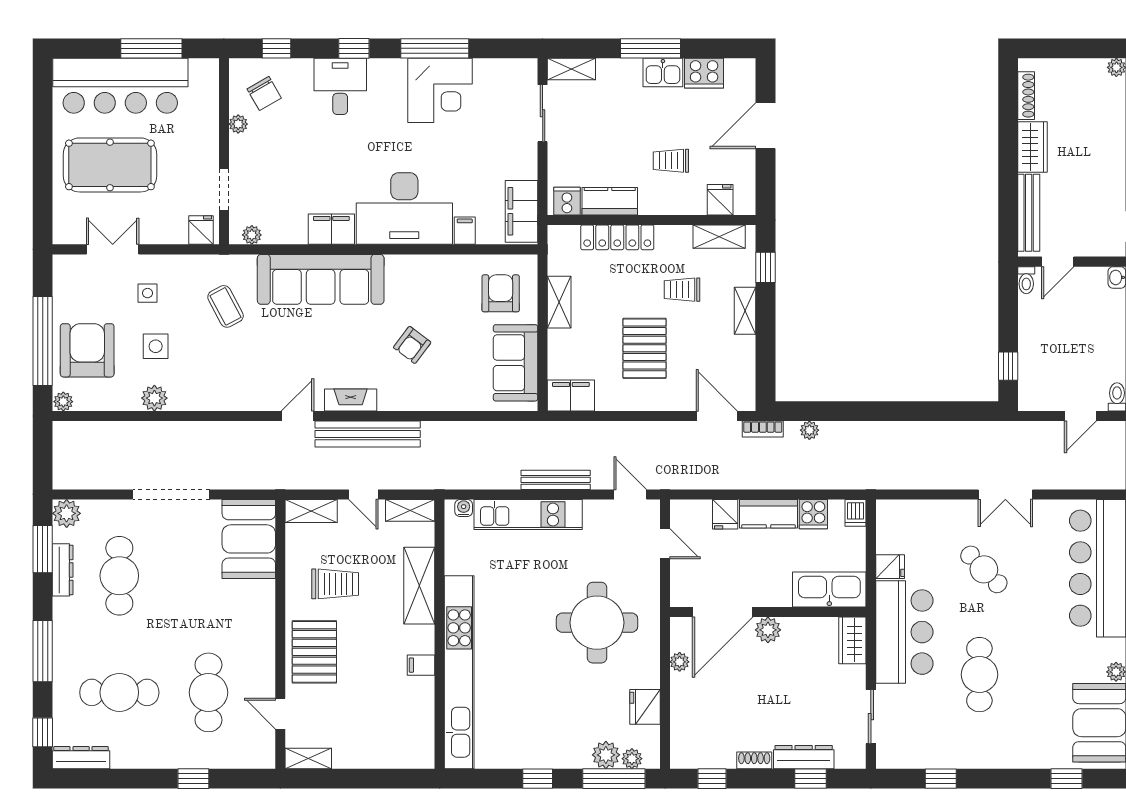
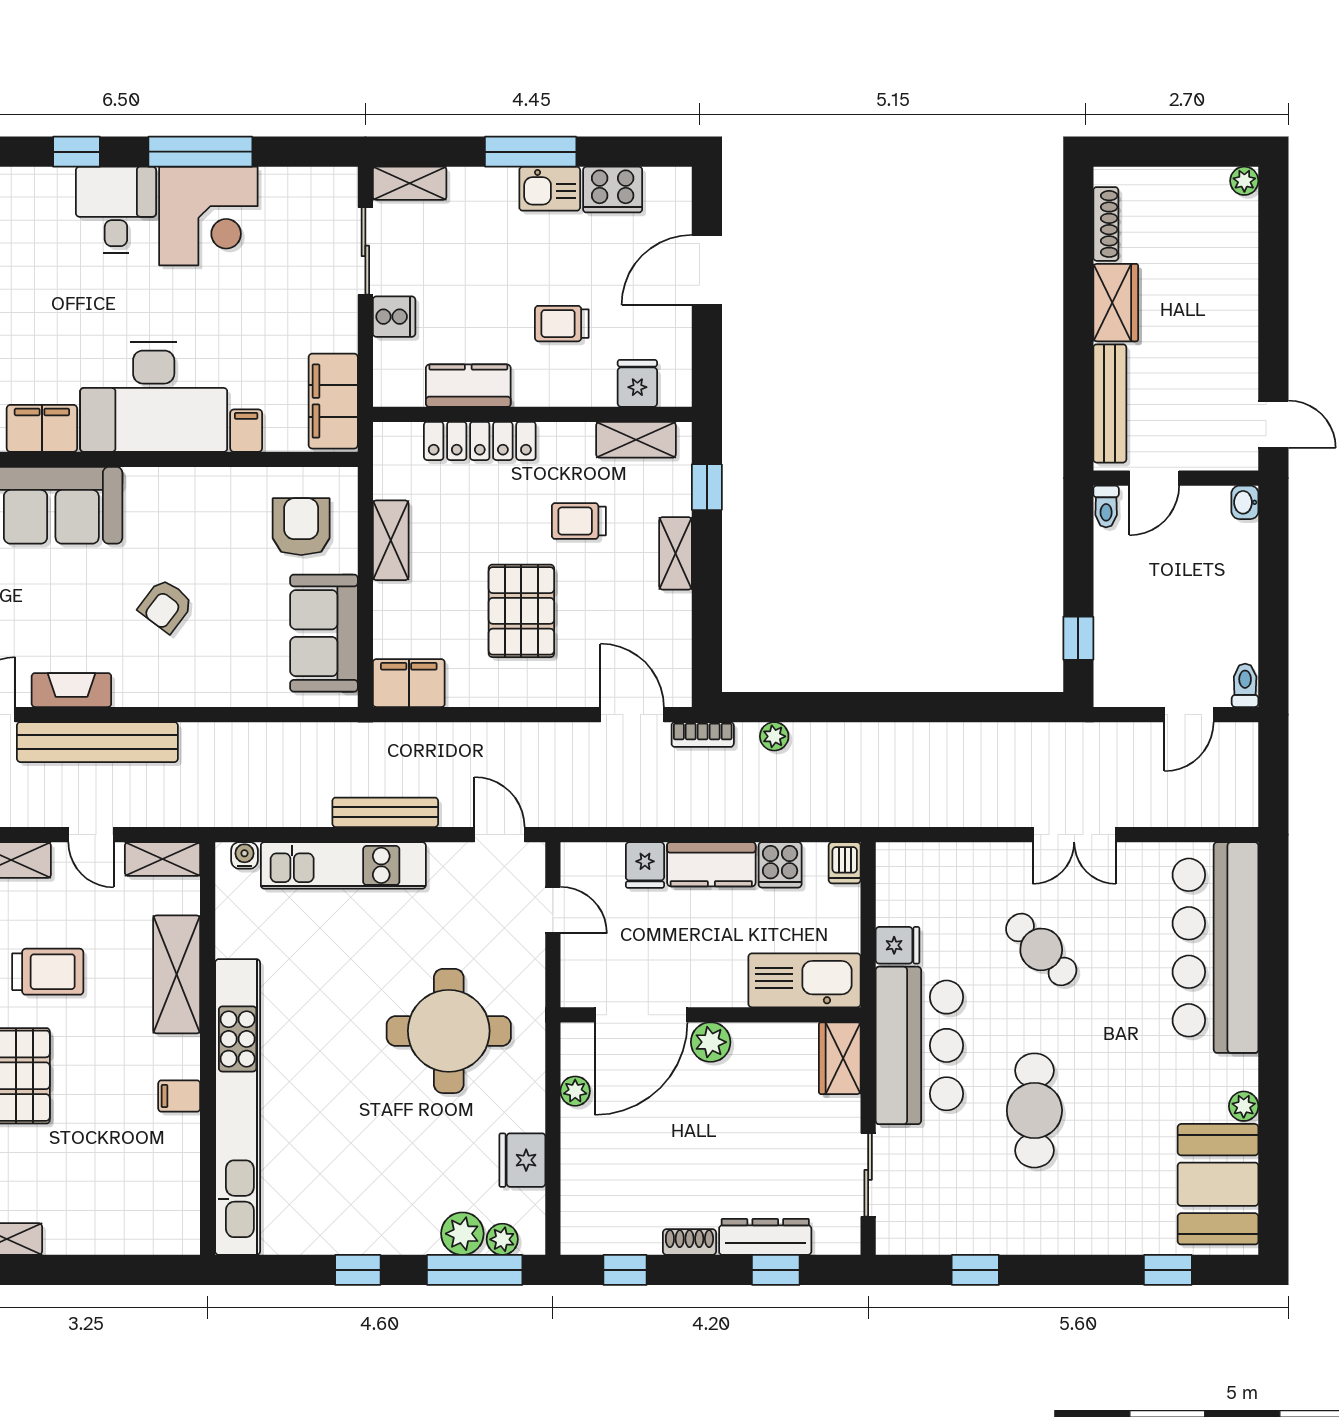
desk: (340, 86) -> (116, 210), moved
cooker: (567, 201) -> (394, 317), moved, turned 90

